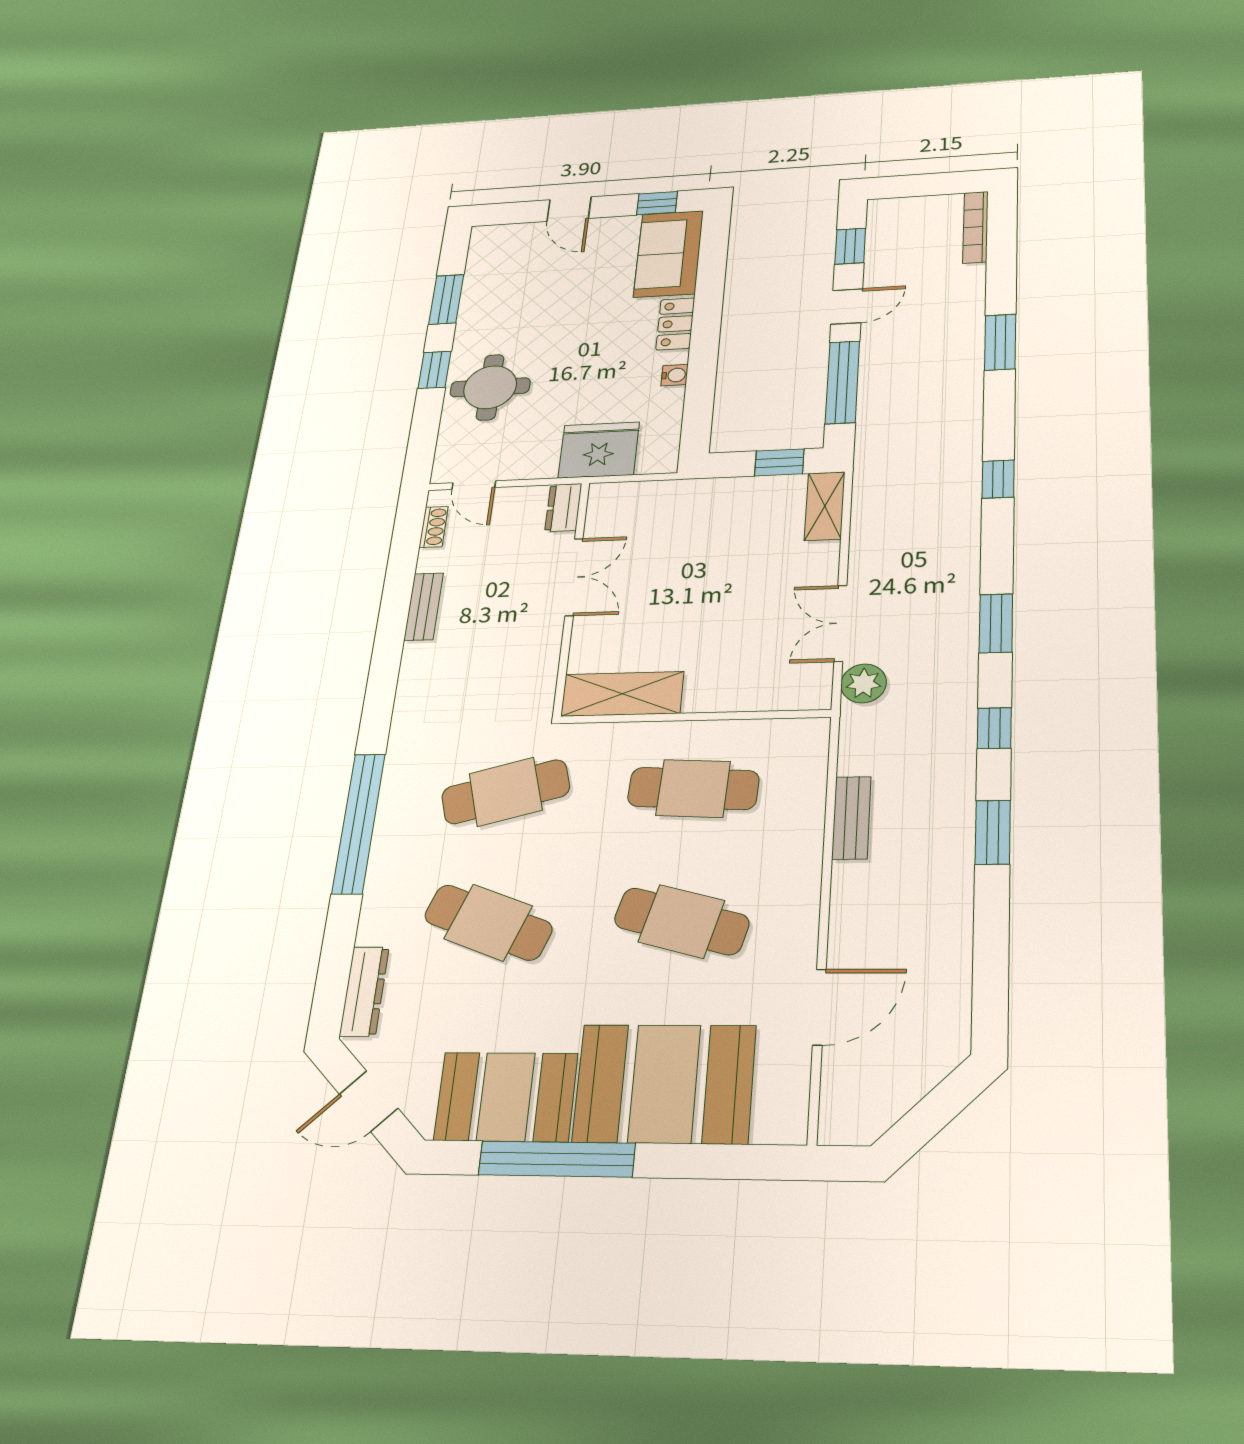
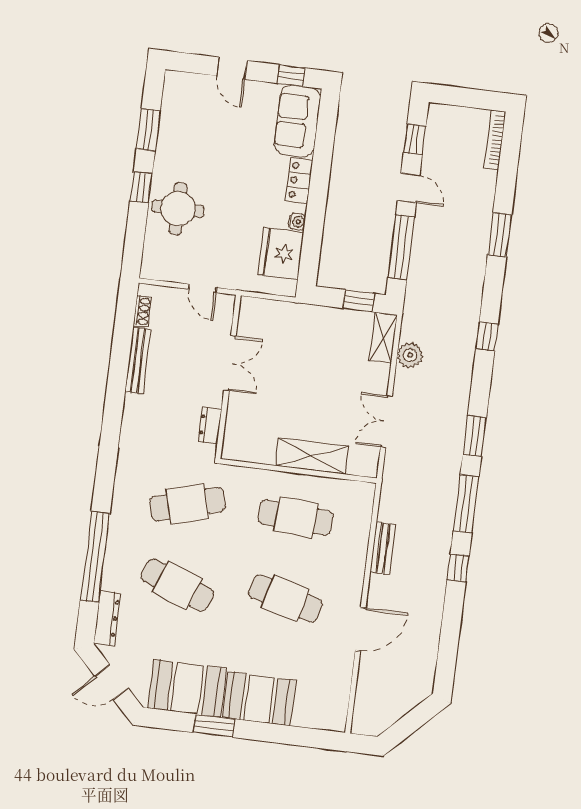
door: (847, 306) -> (409, 188), hinge flipped
fridge: (599, 450) -> (281, 254), moved, turned -90
door: (474, 485) -> (203, 288), moved
dresser: (563, 508) -> (210, 425), moved
bench: (424, 607) -> (138, 361), width x1.36
plant: (864, 683) -> (410, 355), moved
shelving: (622, 694) -> (312, 456), moved
window: (994, 728) -> (466, 504), width x2.17
window: (359, 823) -> (95, 557), moved
window: (993, 832) -> (458, 568), width x0.67
door: (819, 1007) -> (361, 629), moved
booth: (664, 1084) -> (259, 699), width x0.73, depth x0.70
window: (557, 1159) -> (214, 726), width x0.47

